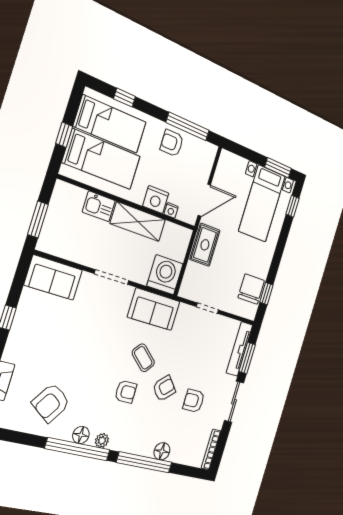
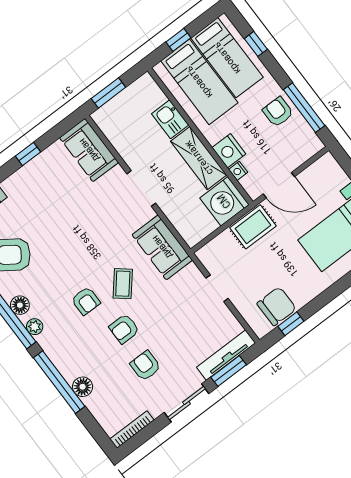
washing machine: (165, 275) -> (224, 201), moved, turned 180
armchair: (164, 388) -> (124, 329), turned 132

